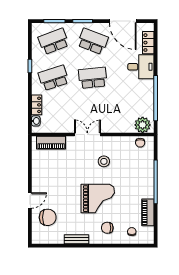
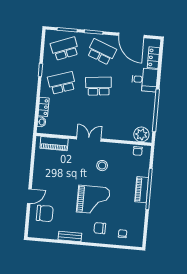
piano: (148, 212) -> (142, 190), moved

